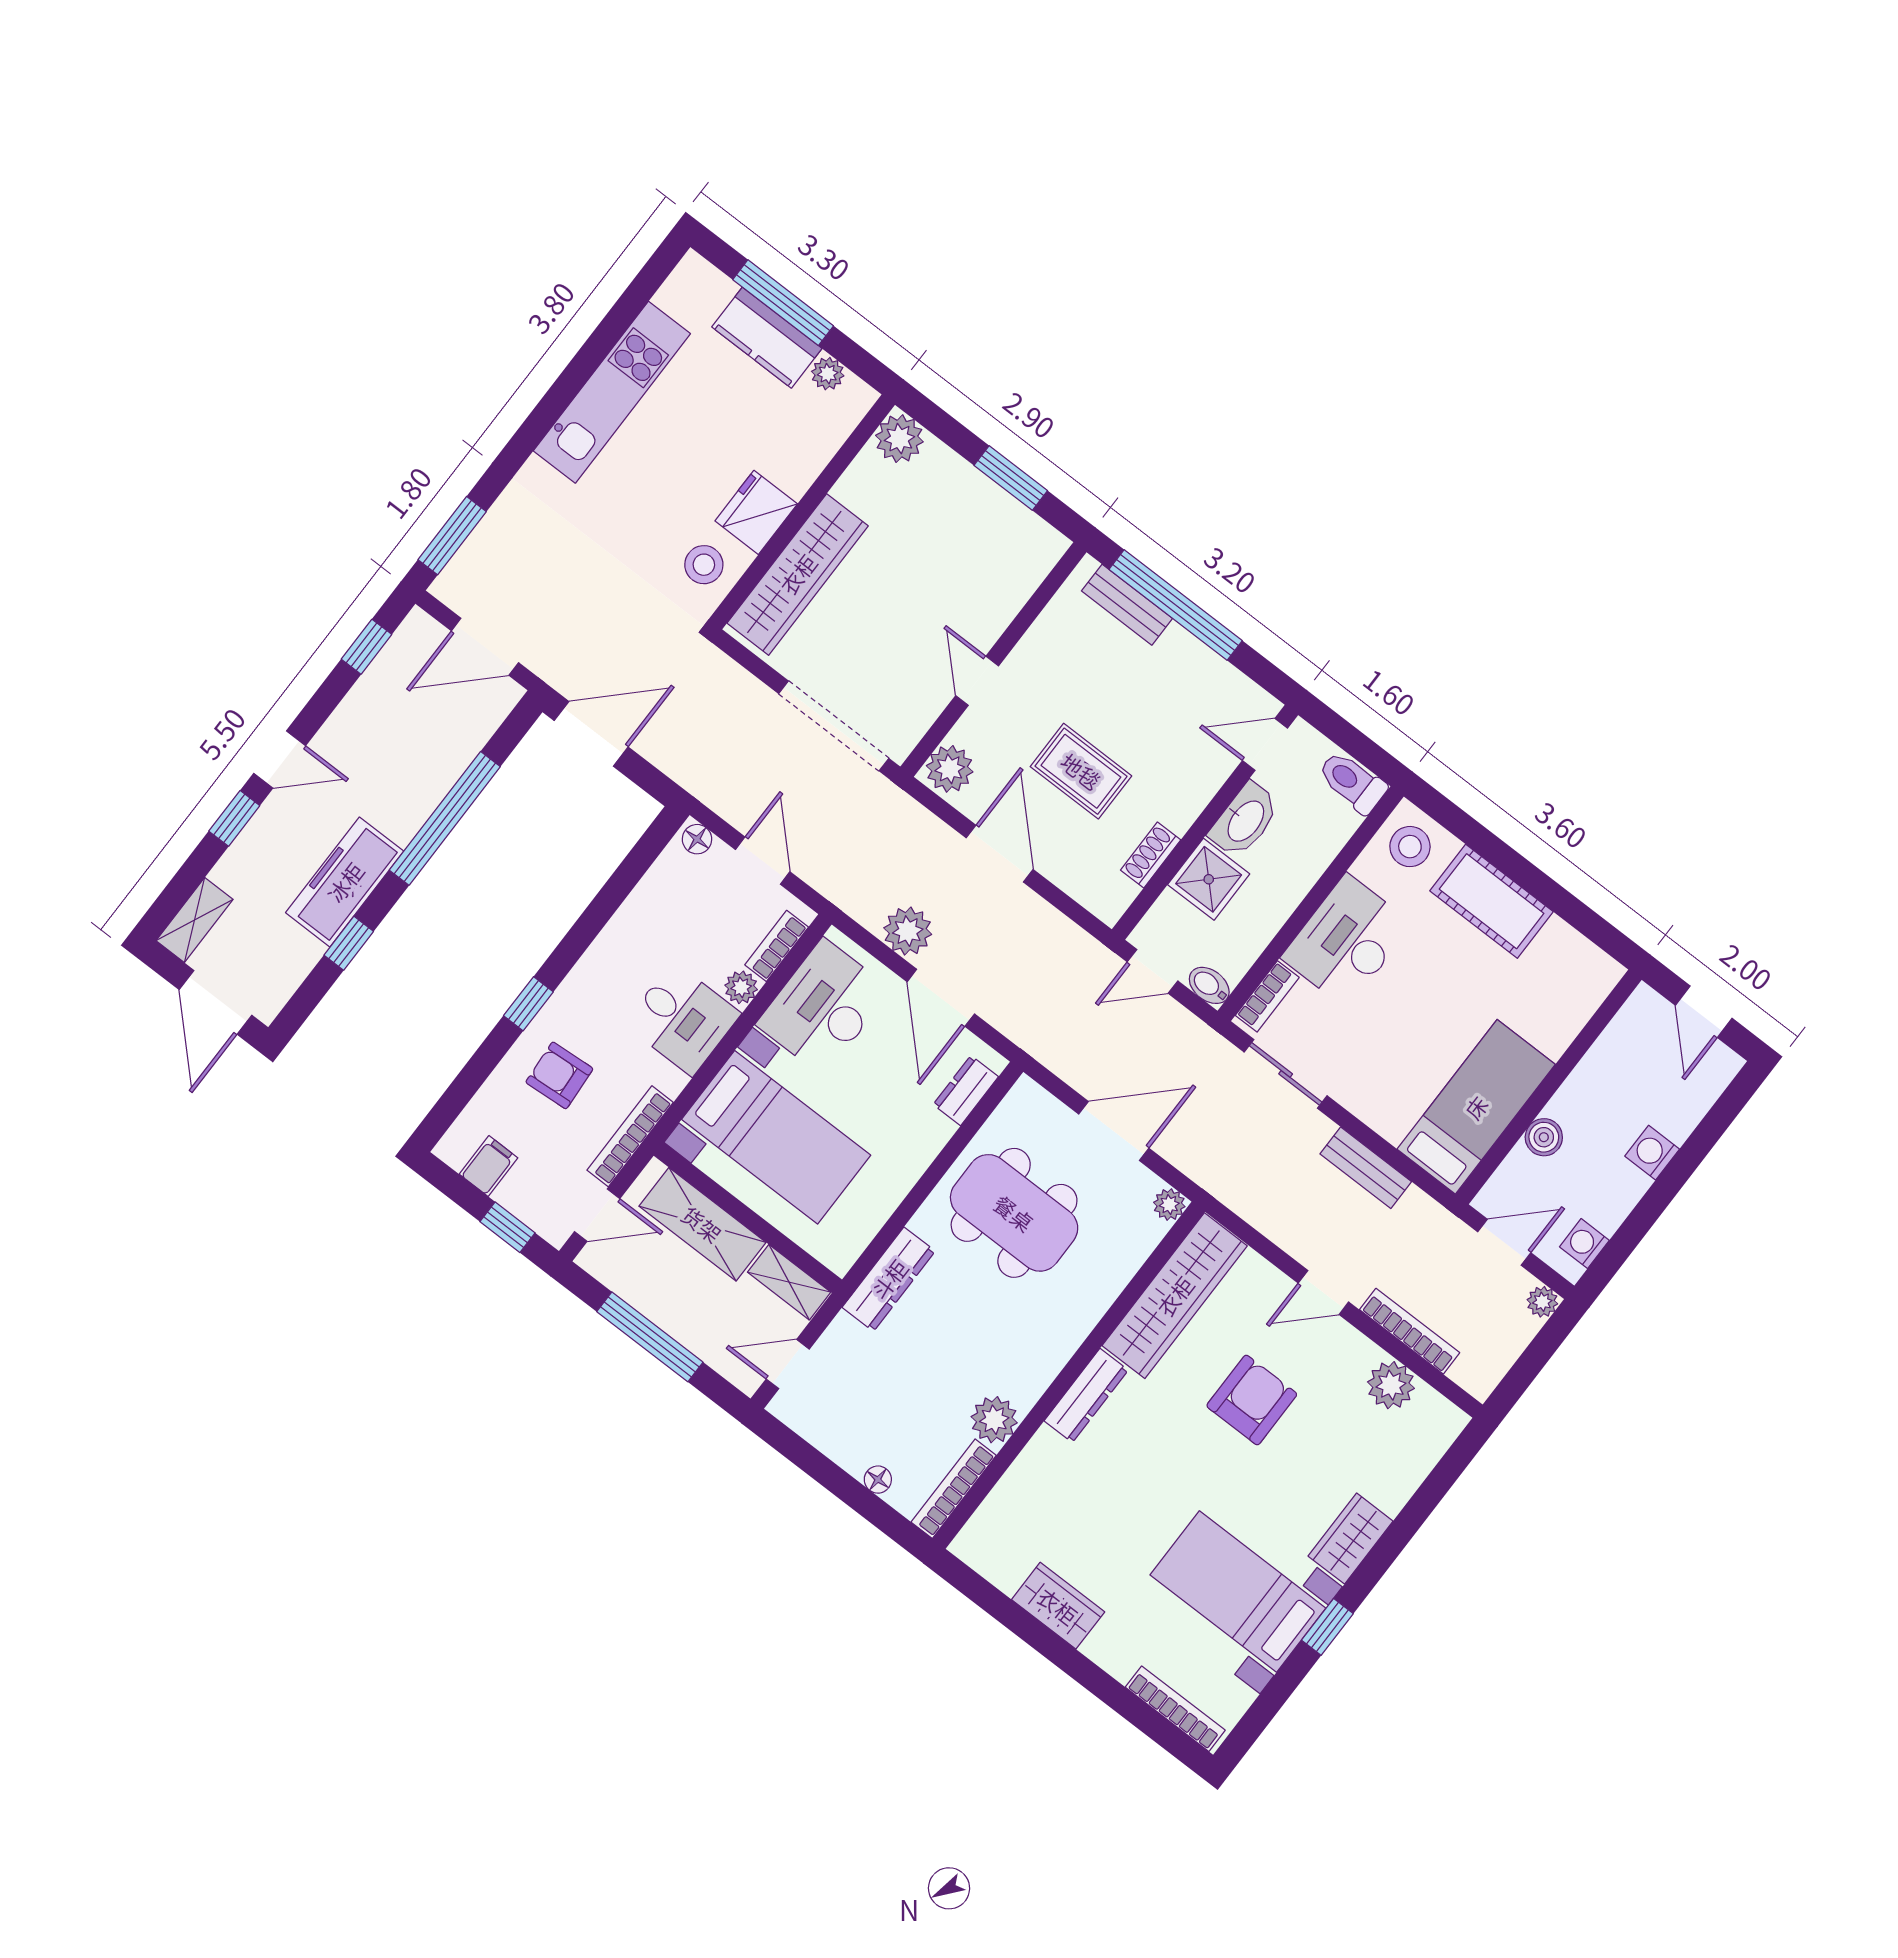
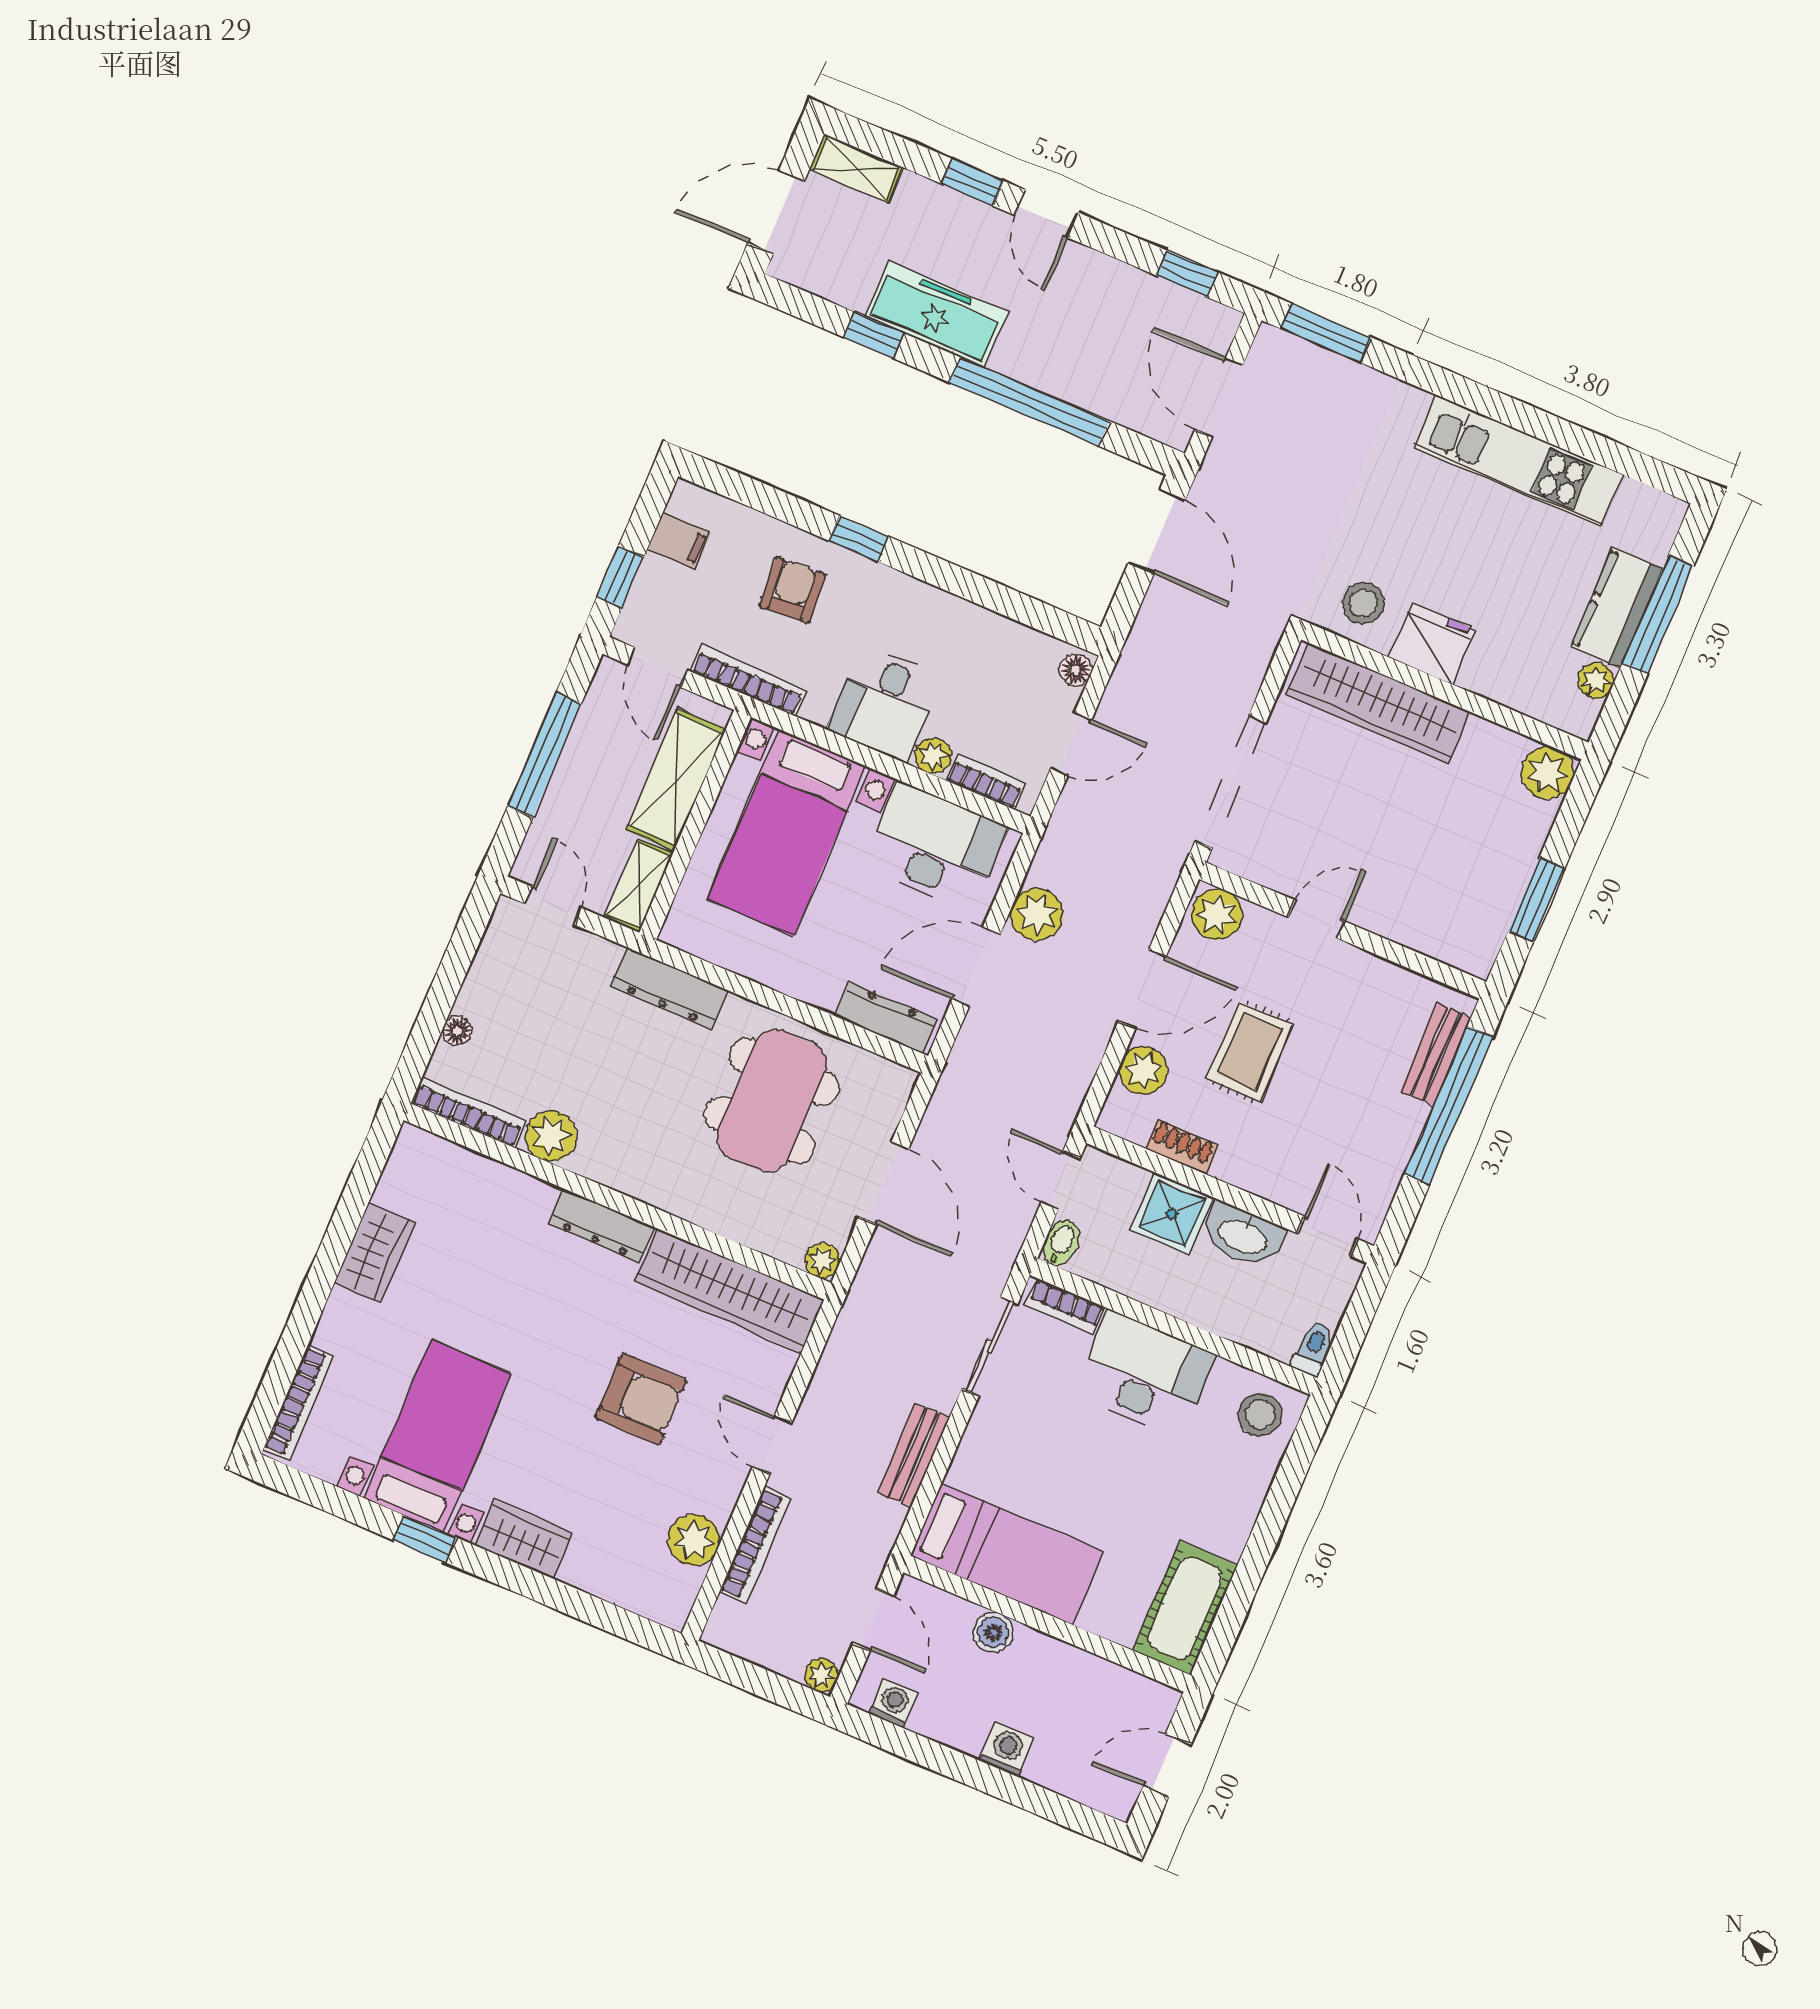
toilet: (1352, 782) -> (1313, 1348), width x0.73, depth x0.72
plant: (1073, 872) -> (1143, 1070), added
cot: (1492, 901) -> (1185, 1608), moved
dresser: (966, 1091) -> (886, 1018), width x1.44

